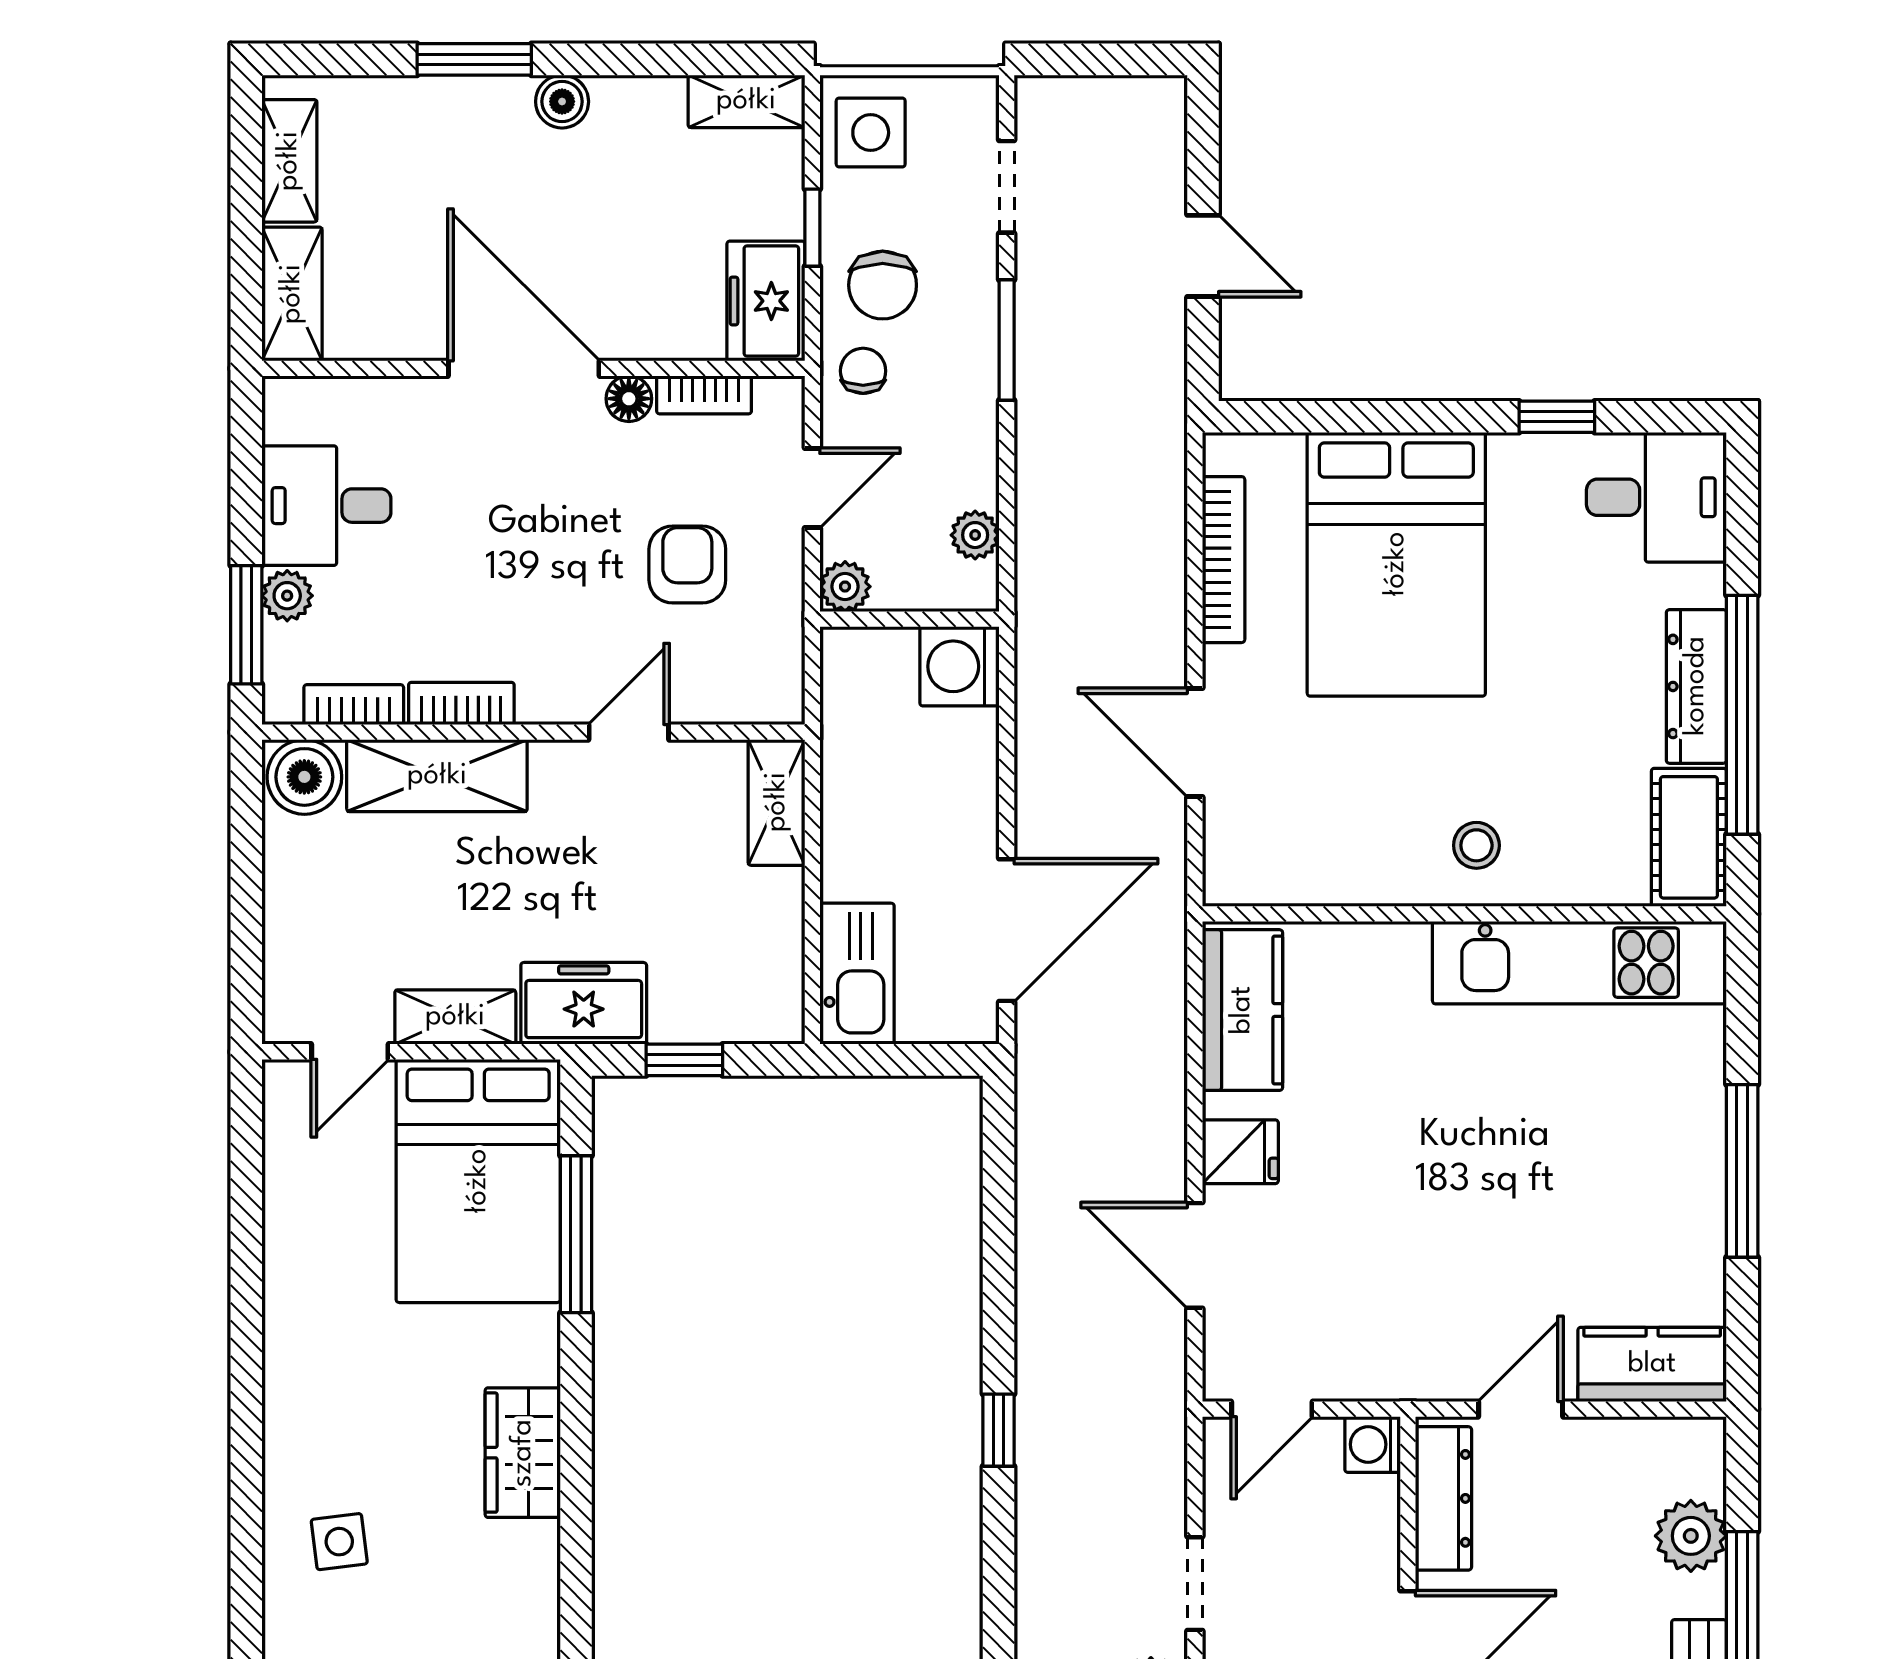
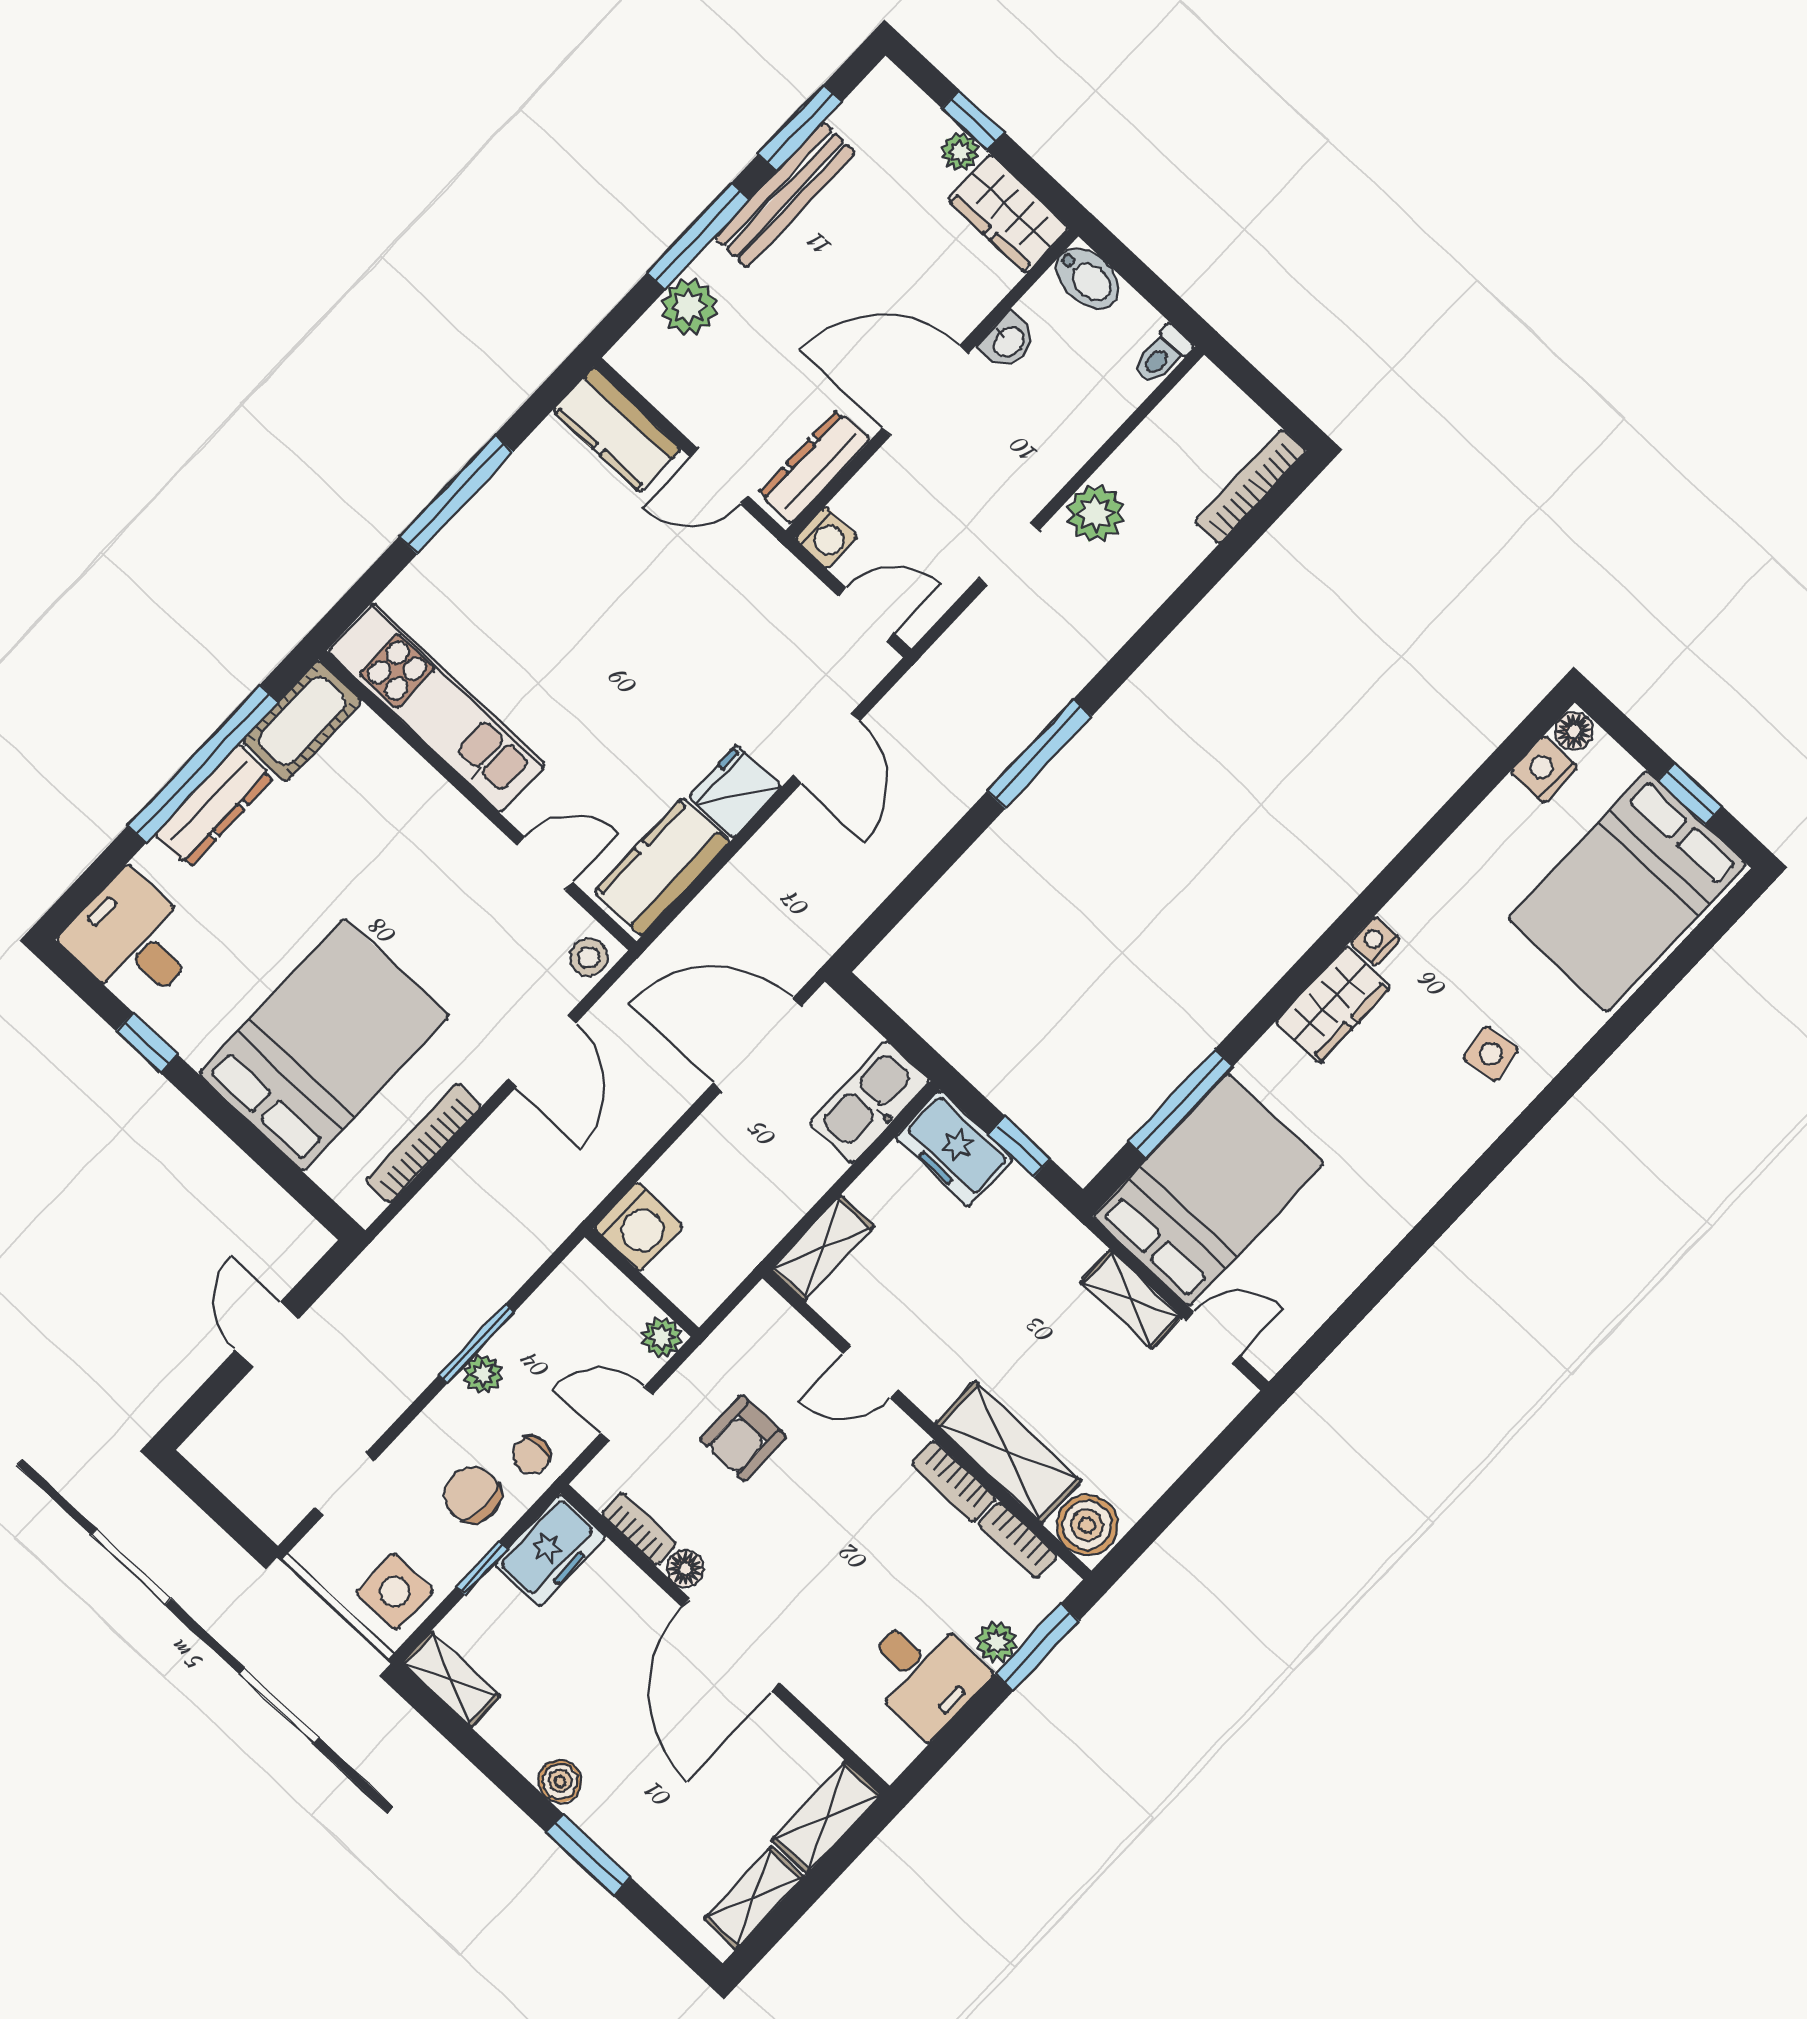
chair: (883, 285) -> (472, 1495), turned -90
window: (1007, 340) -> (476, 1344), moved
plant: (975, 535) -> (483, 1374), moved
stool: (1476, 845) -> (589, 957), moved
door: (1351, 914) -> (545, 864), added
freezer: (584, 1003) -> (954, 1148), moved
fridge: (1240, 1152) -> (735, 791), width x1.38
window: (999, 1430) -> (1039, 754), width x2.17
nightstand: (538, 1546) -> (1375, 941), added

